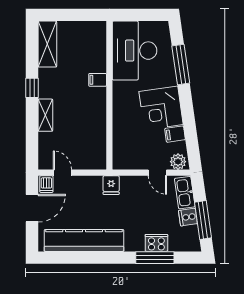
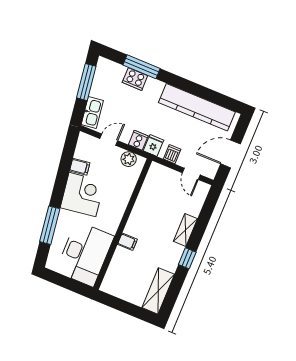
plant: (178, 162) -> (129, 159), moved
door: (157, 173) -> (109, 140), hinge flipped
dishwasher: (46, 184) -> (172, 154), moved
cooker: (188, 217) -> (138, 140), moved, turned -82

